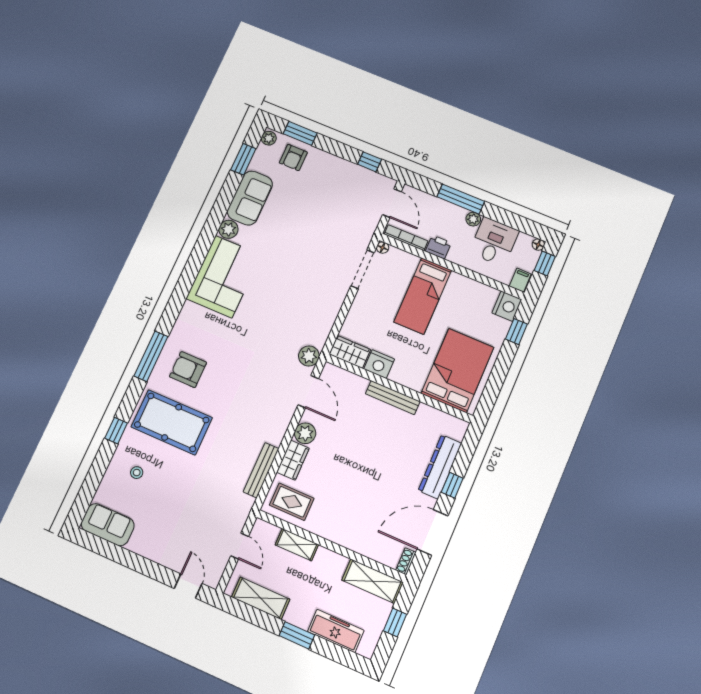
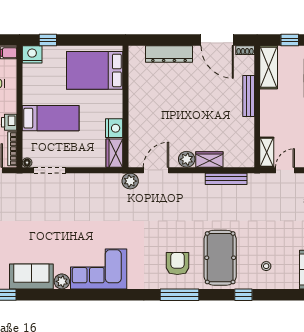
armchair: (188, 370) -> (177, 263), turned 180
bench: (393, 398) -> (249, 96), moved
window: (452, 485) -> (178, 40), removed
rug: (292, 502) -> (239, 147), removed
shelving: (297, 545) -> (267, 152), moved

